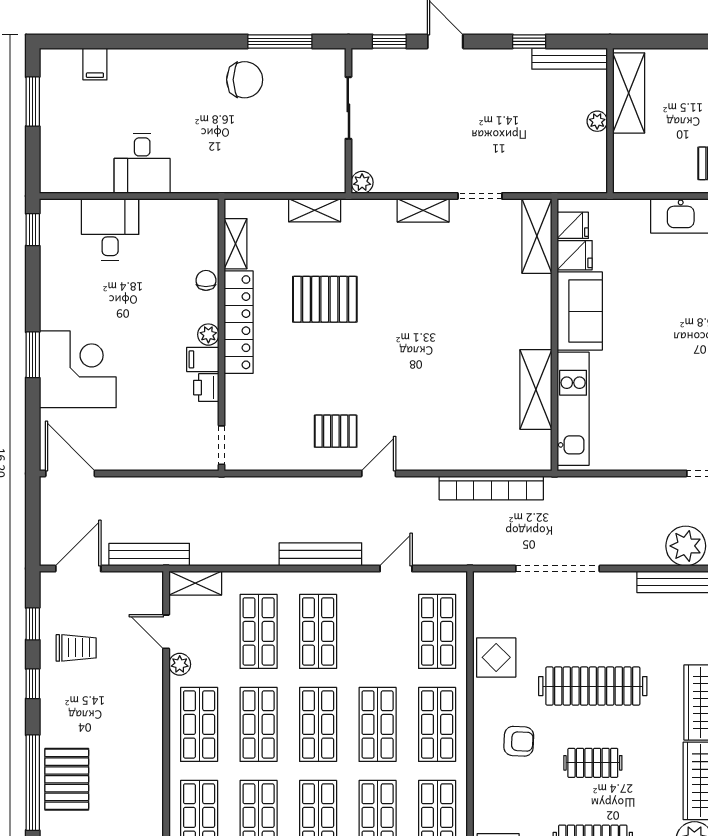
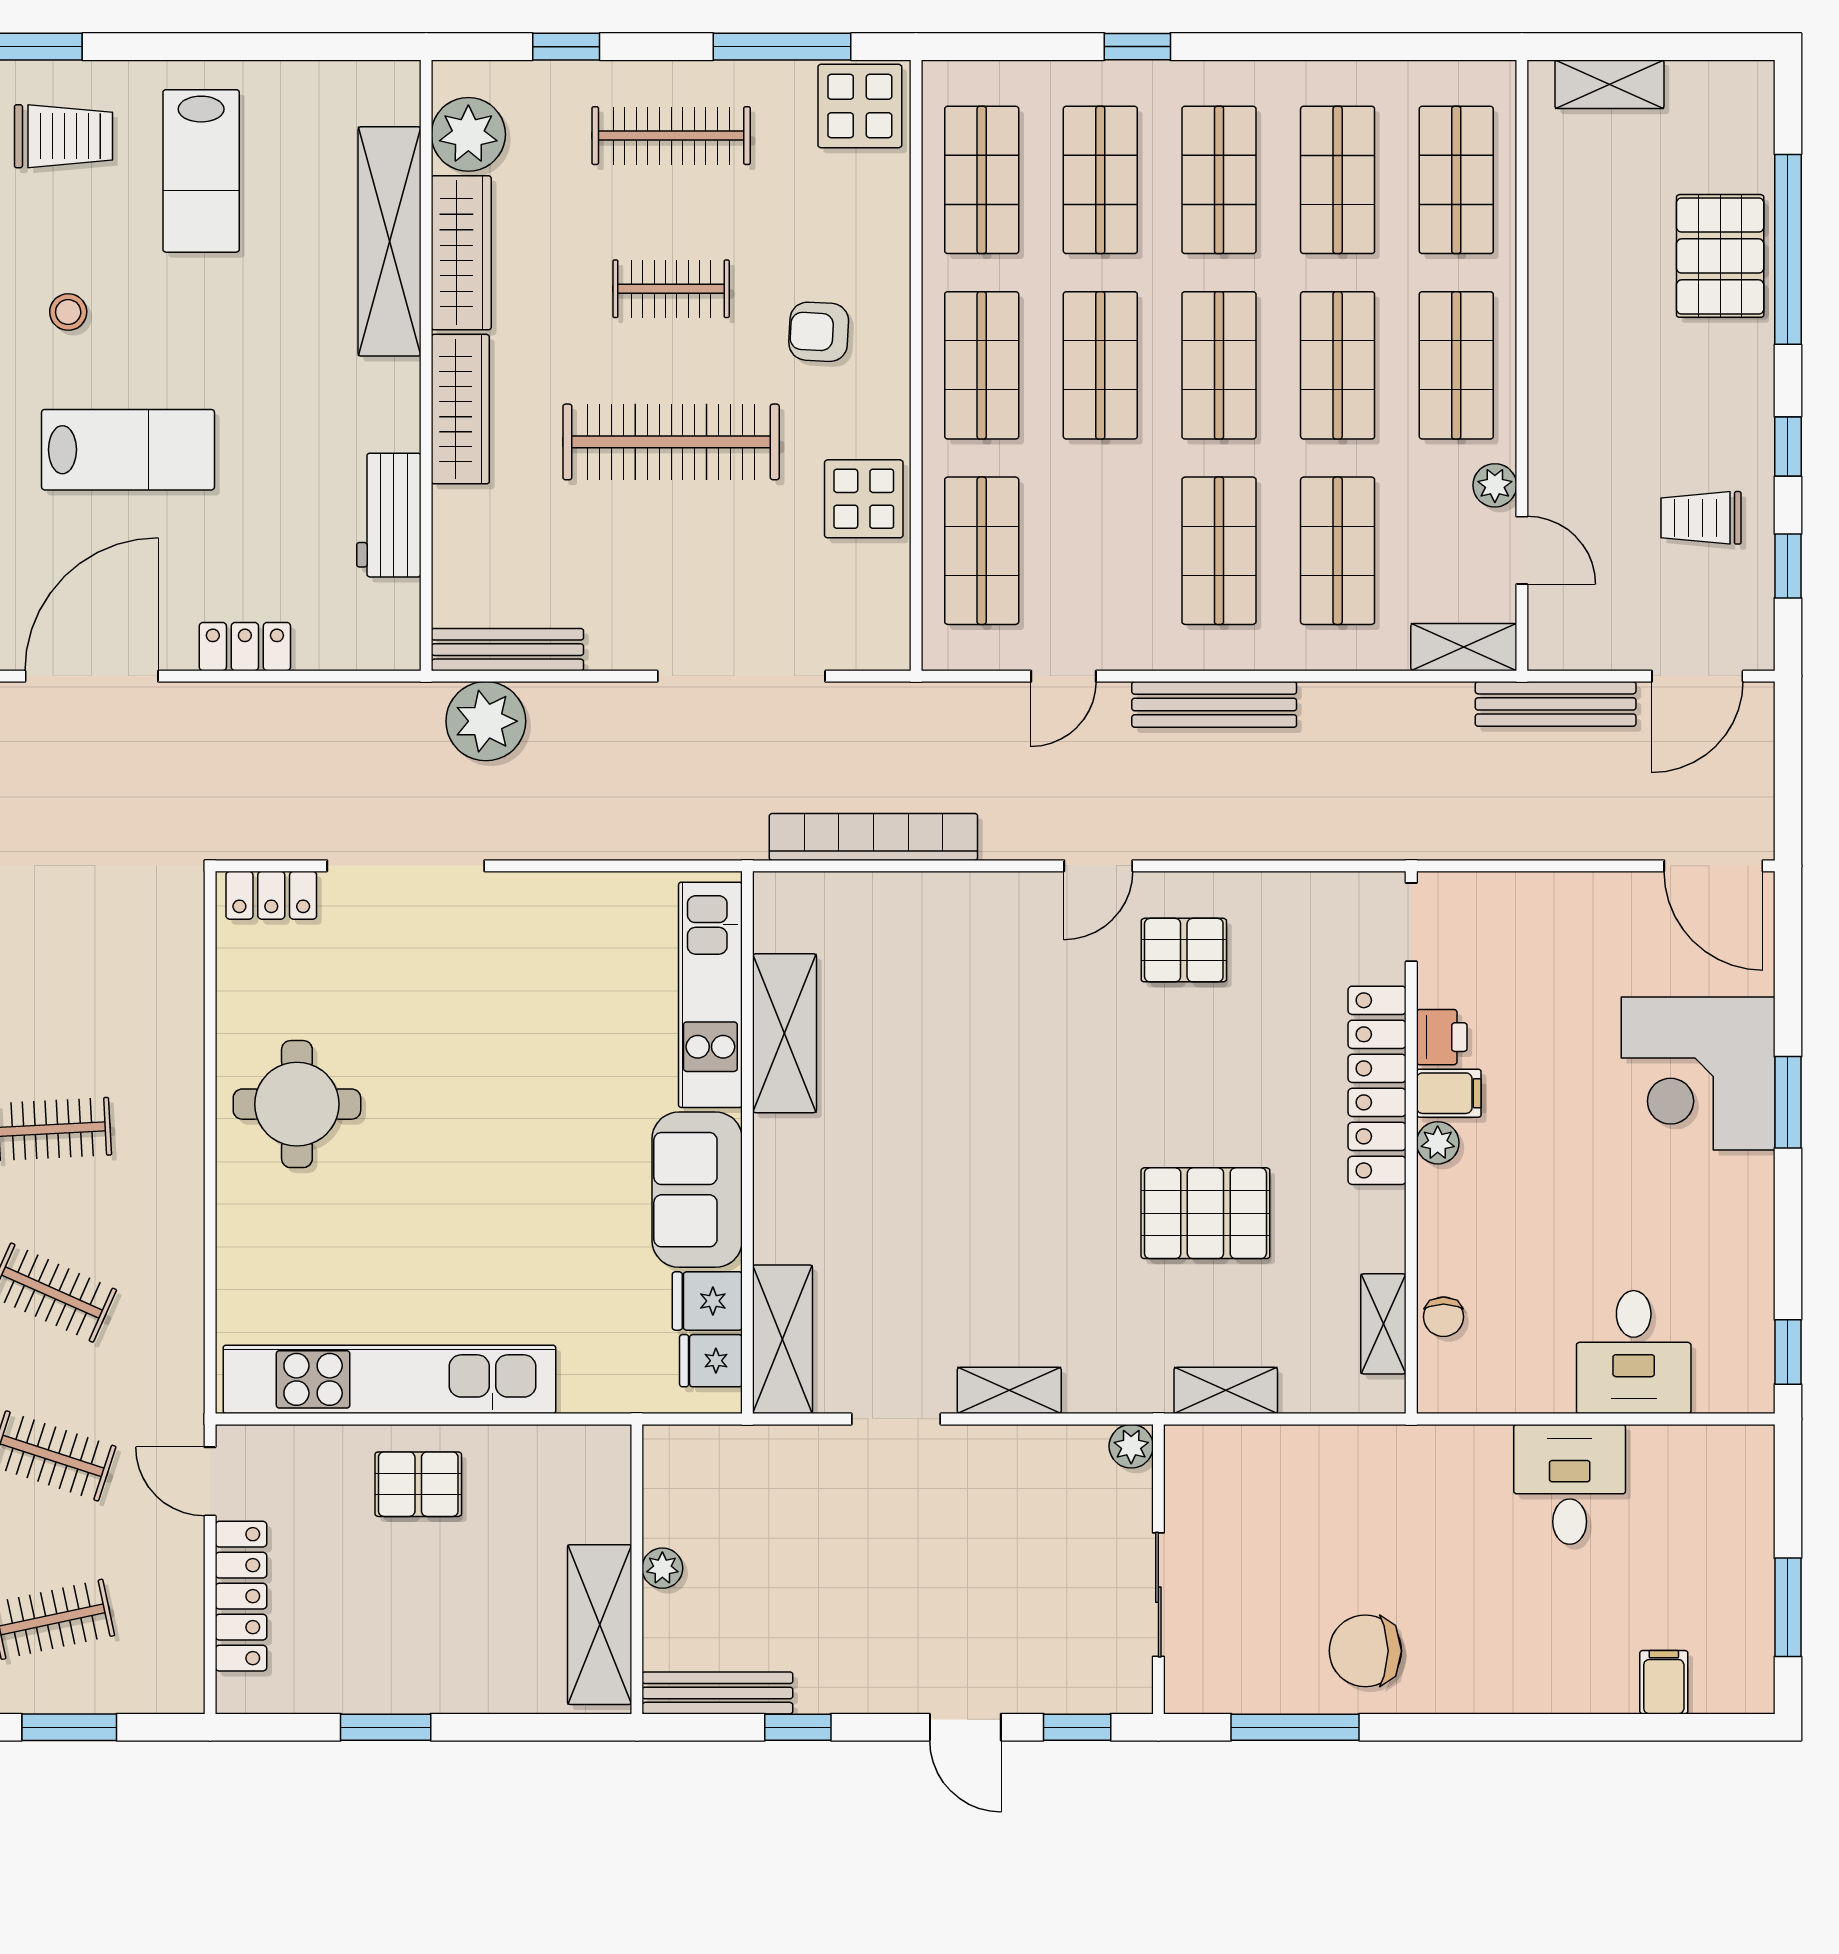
chair: (206, 280) -> (1444, 1317), moved
locker: (239, 322) -> (1377, 1085), moved

